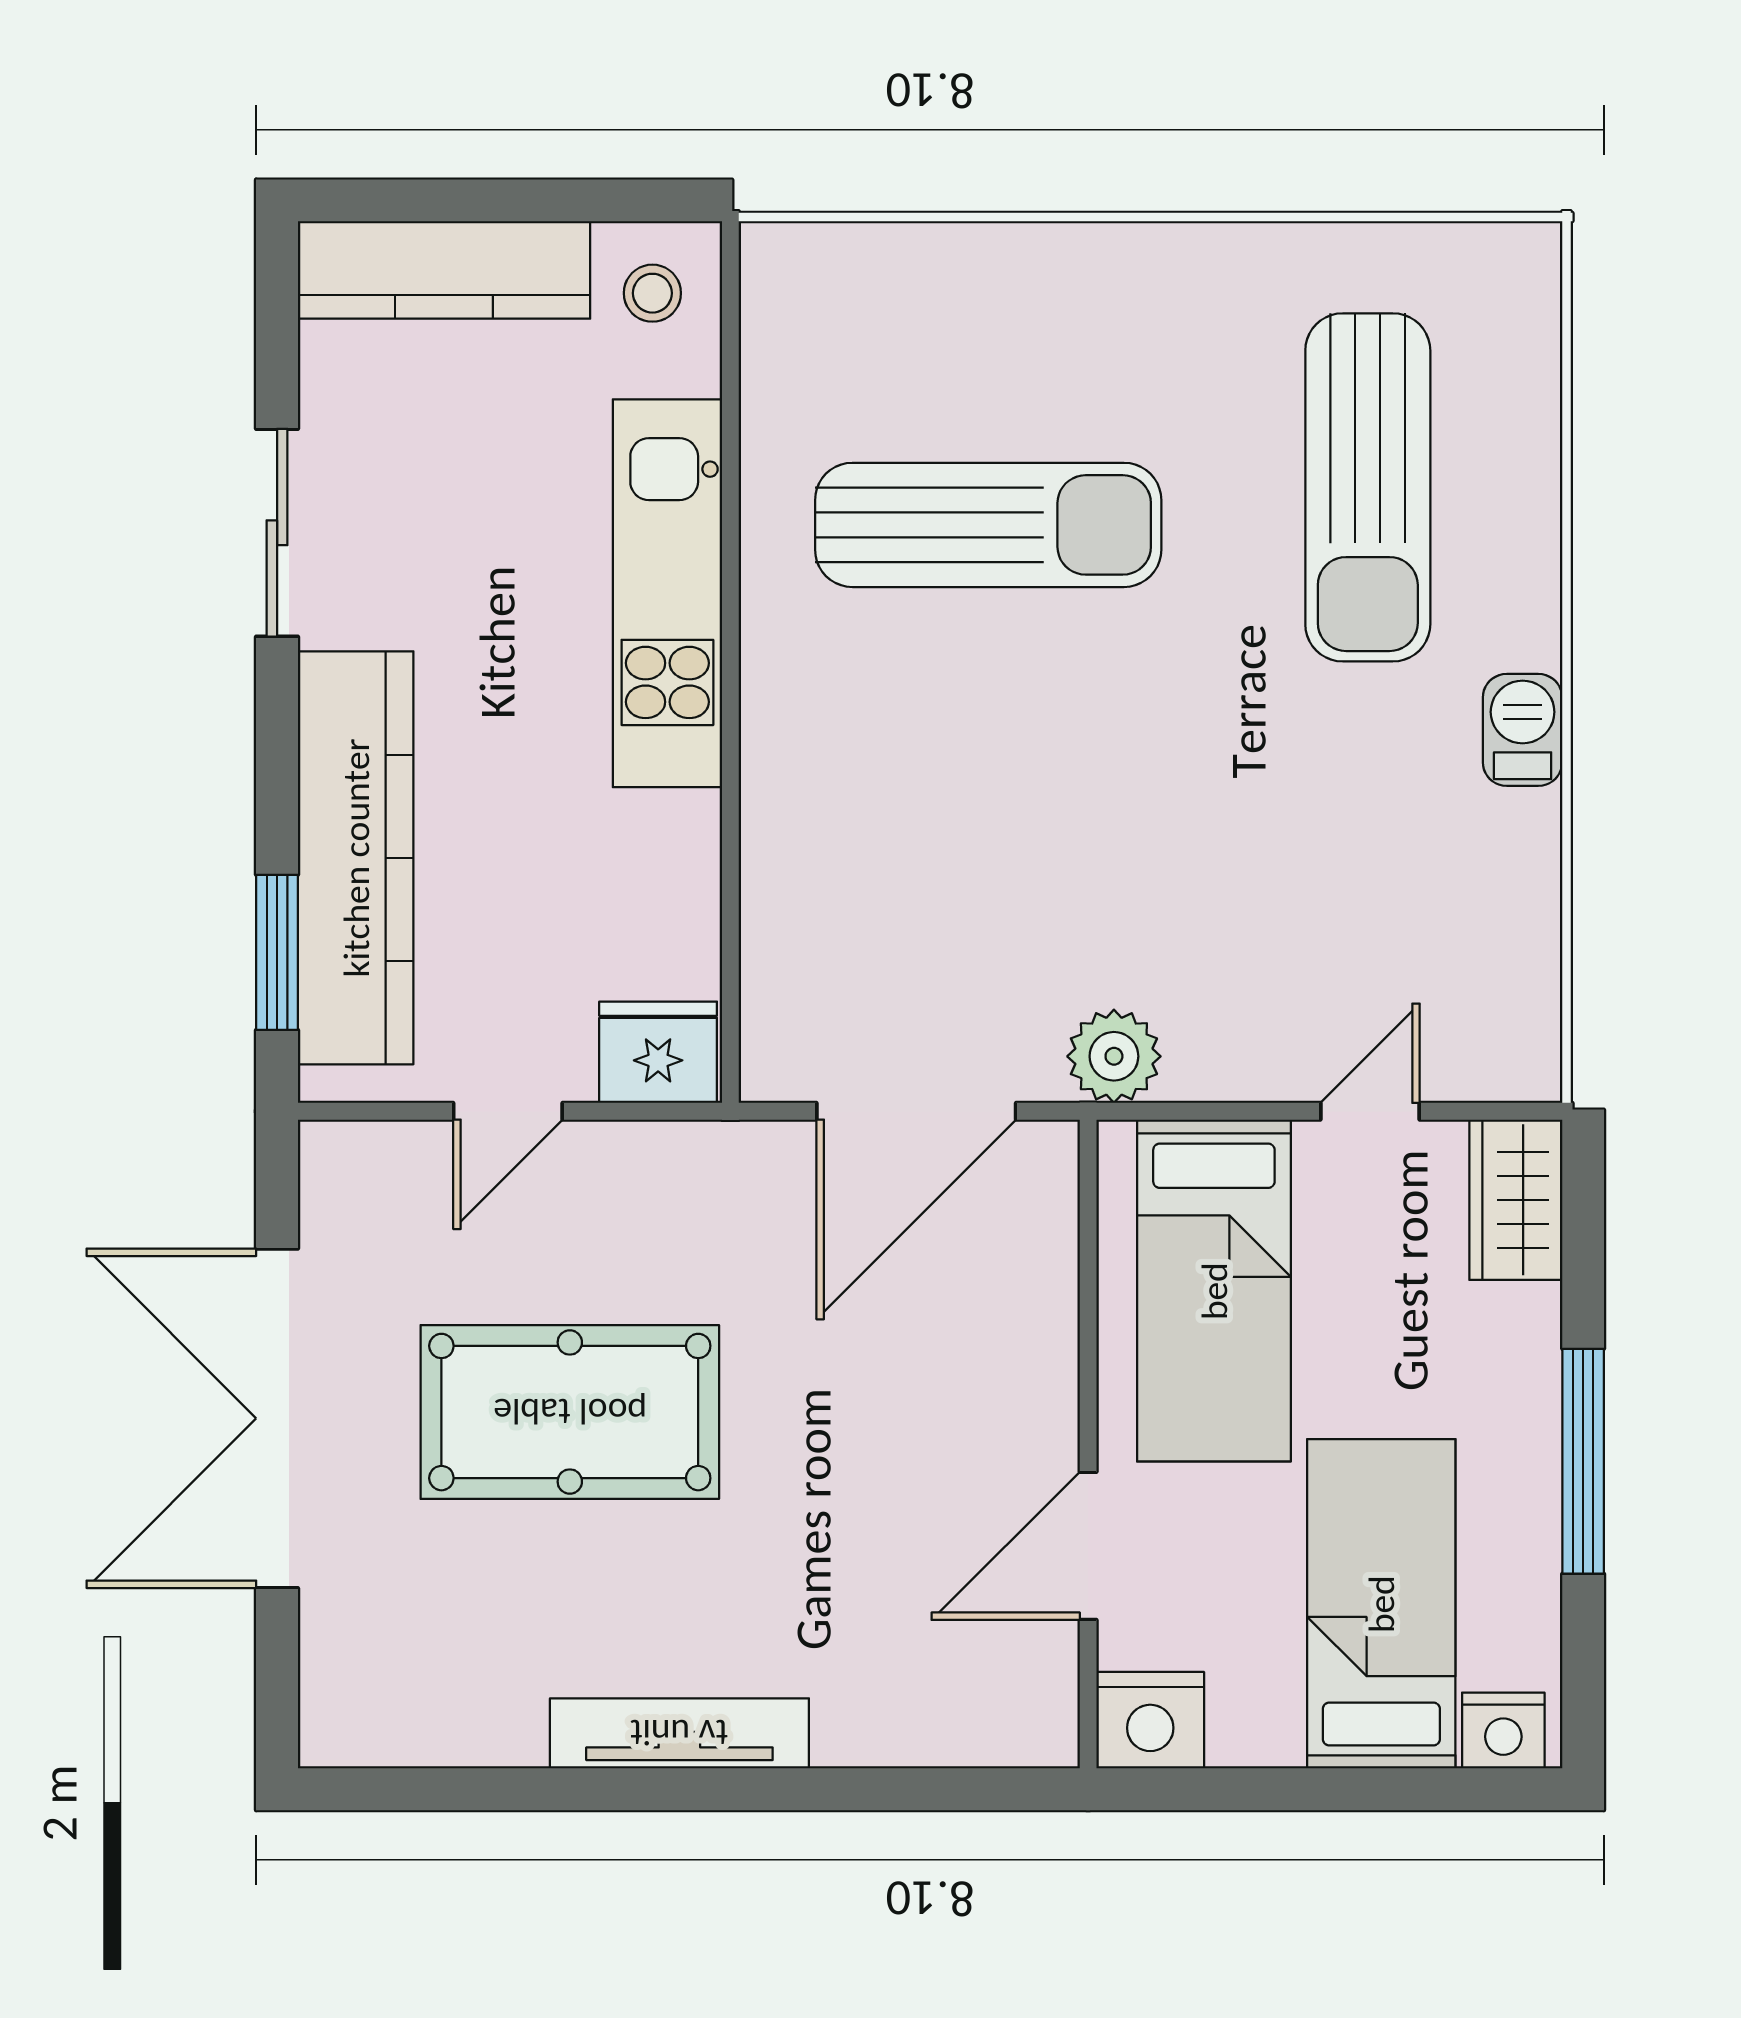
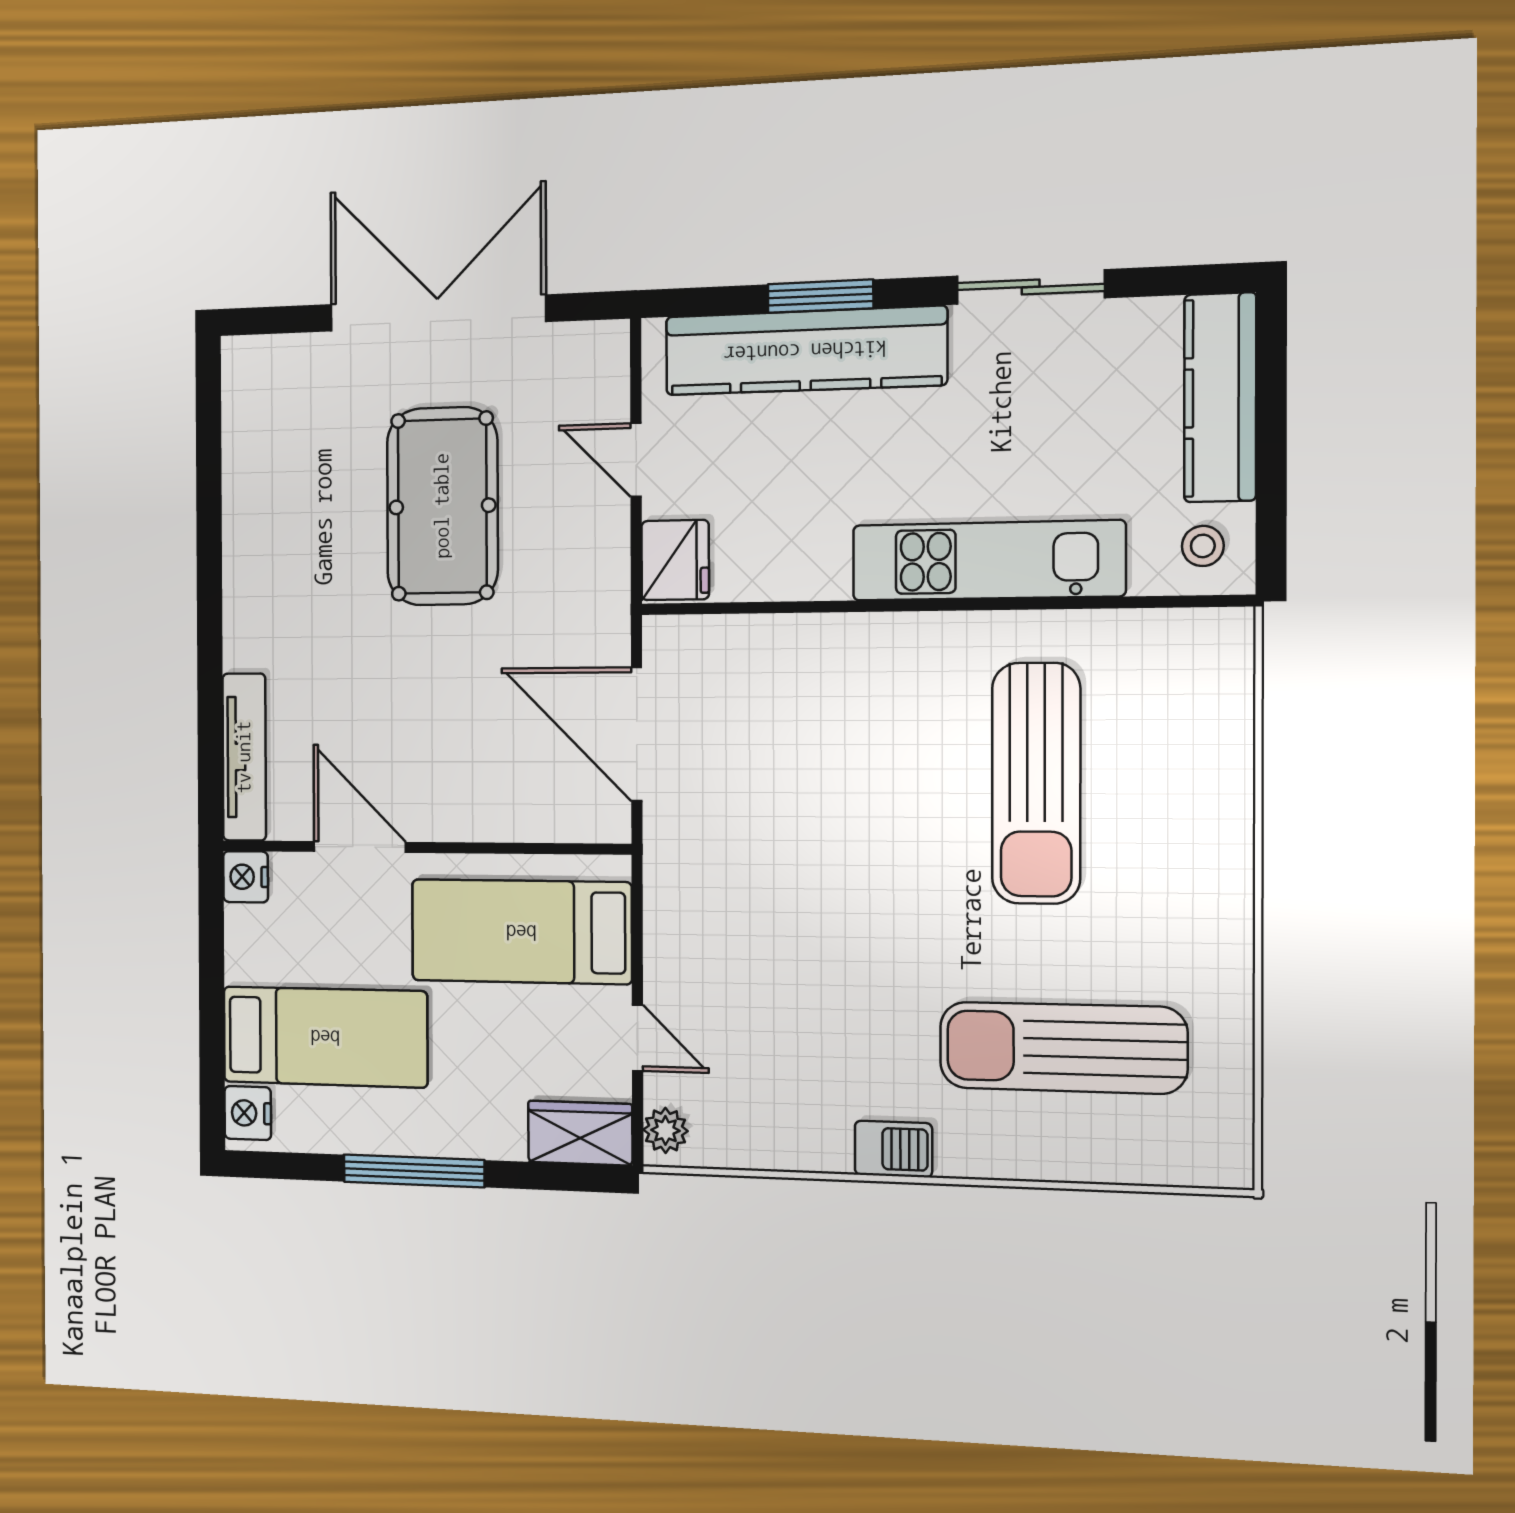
window: (277, 952) -> (820, 296), moved
plant: (1114, 1056) -> (665, 1130), moved, width x0.73, depth x0.73
nightstand: (1150, 1720) -> (246, 877), width x0.74, depth x0.75
tv unit: (679, 1733) -> (244, 757), moved

